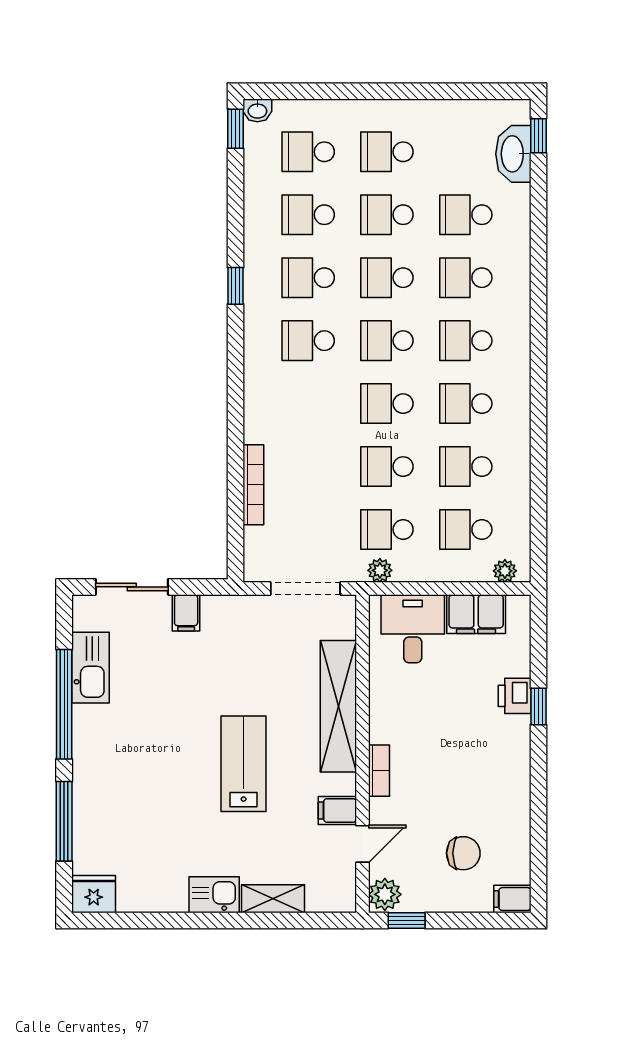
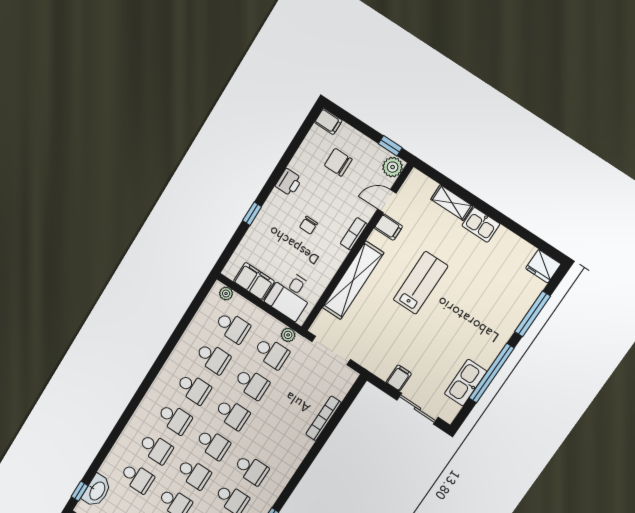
printer: (515, 696) -> (289, 182), moved
chair: (449, 742) -> (308, 225), added
lab bench: (244, 764) -> (421, 283), turned 180

